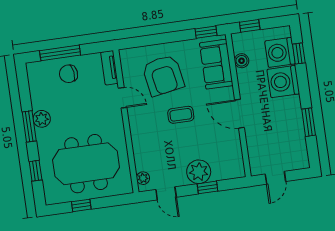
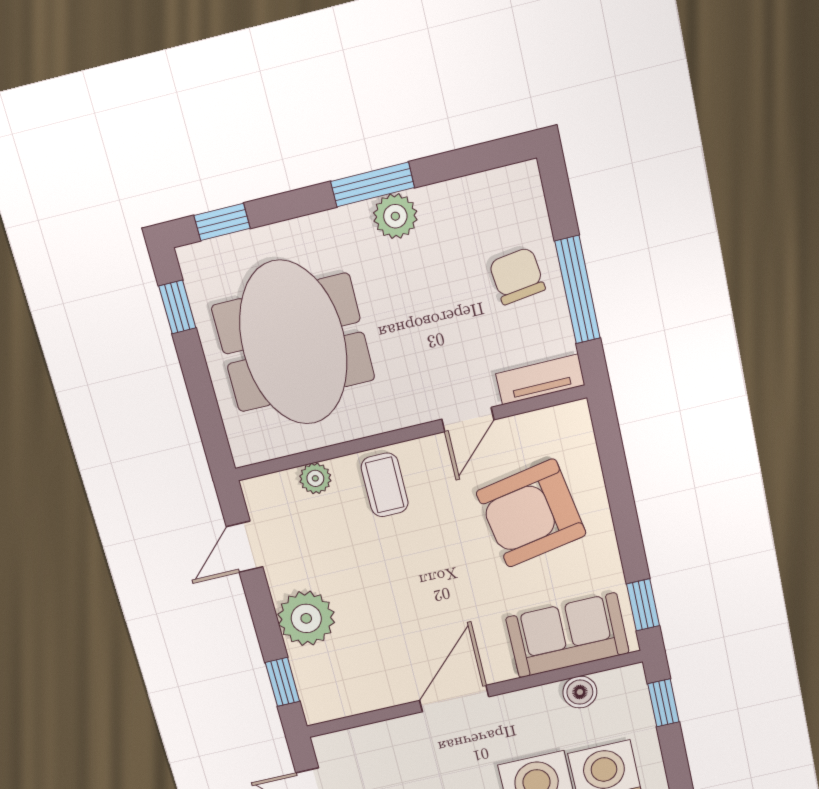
window: (60, 53) -> (578, 290), moved
coffee table: (181, 115) -> (385, 485), moved
window: (36, 171) -> (222, 222), moved
plant: (143, 178) -> (315, 478), moved
window: (208, 187) -> (282, 682), moved
window: (81, 205) -> (177, 307), moved

